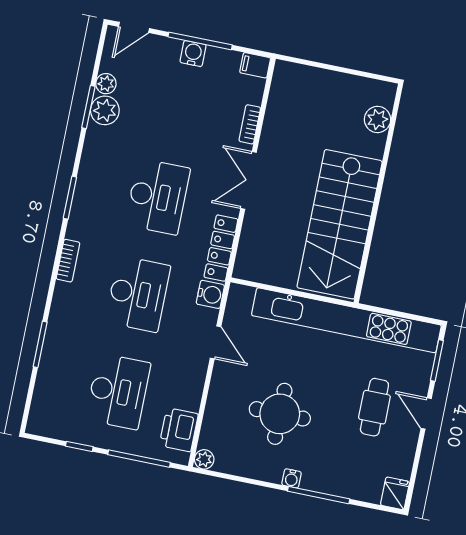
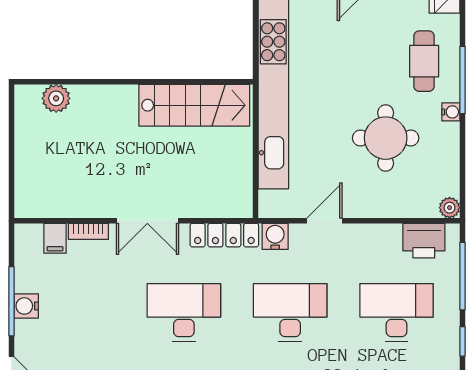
filing cabinet: (255, 65) -> (55, 238), moved
stairs: (340, 224) -> (194, 105), width x0.73, depth x0.66
cafe table: (374, 407) -> (424, 61), moved, turned 90

